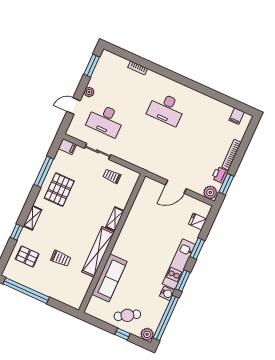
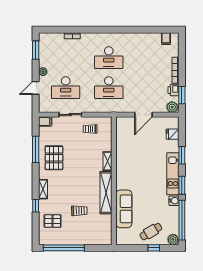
desk: (152, 141) -> (109, 88), added

